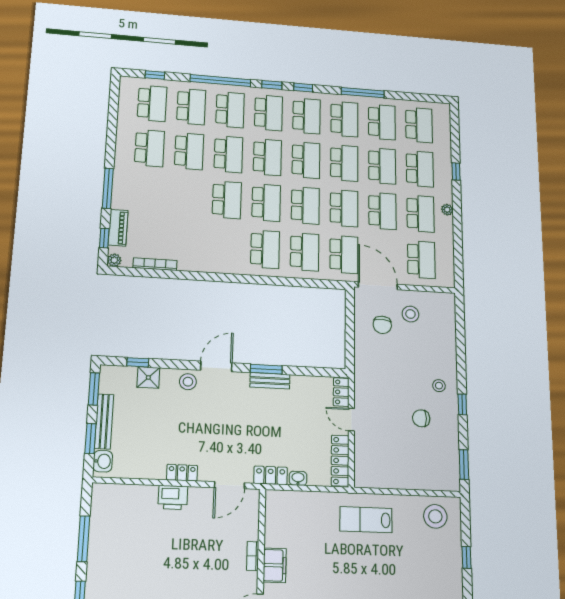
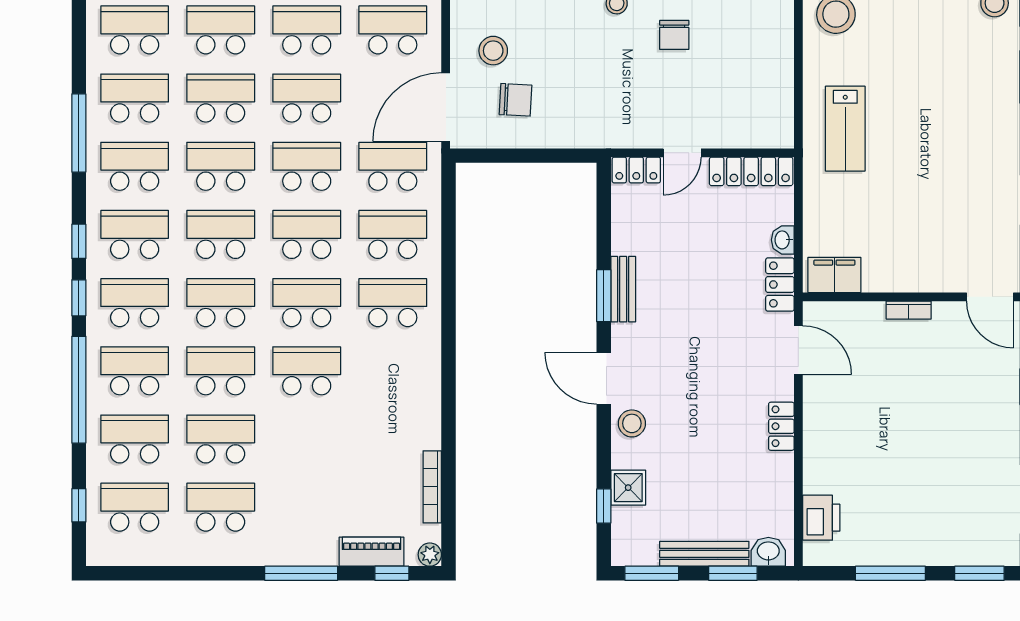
printer: (173, 497) -> (821, 518), moved
filing cabinet: (275, 565) -> (834, 275), moved

